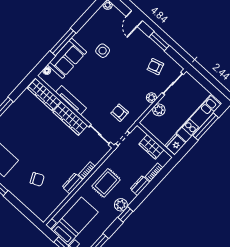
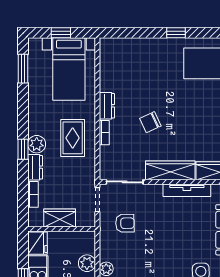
chair: (37, 179) -> (150, 122), moved
plant: (121, 205) -> (37, 144), moved
window: (125, 214) -> (23, 149), moved

